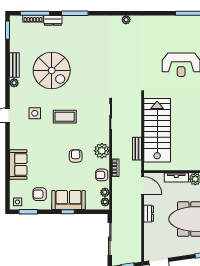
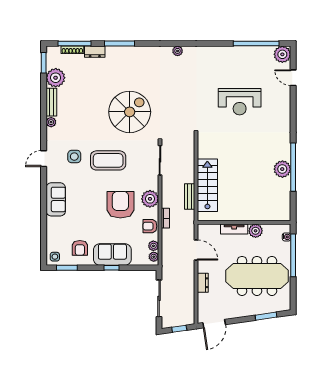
plant: (18, 43) -> (56, 78), added
spiral stairs: (52, 70) -> (130, 112), moved, turned -90
coffee table: (65, 117) -> (108, 160), width x1.36, depth x1.32
stairs: (157, 130) -> (207, 185), width x0.73, depth x0.66
armchair: (76, 156) -> (120, 205), width x1.88, depth x1.88
sofa: (18, 165) -> (56, 199), moved
door: (143, 186) -> (196, 250), moved
armchair: (40, 194) -> (80, 248), turned -90
dresser: (149, 214) -> (203, 283), moved

